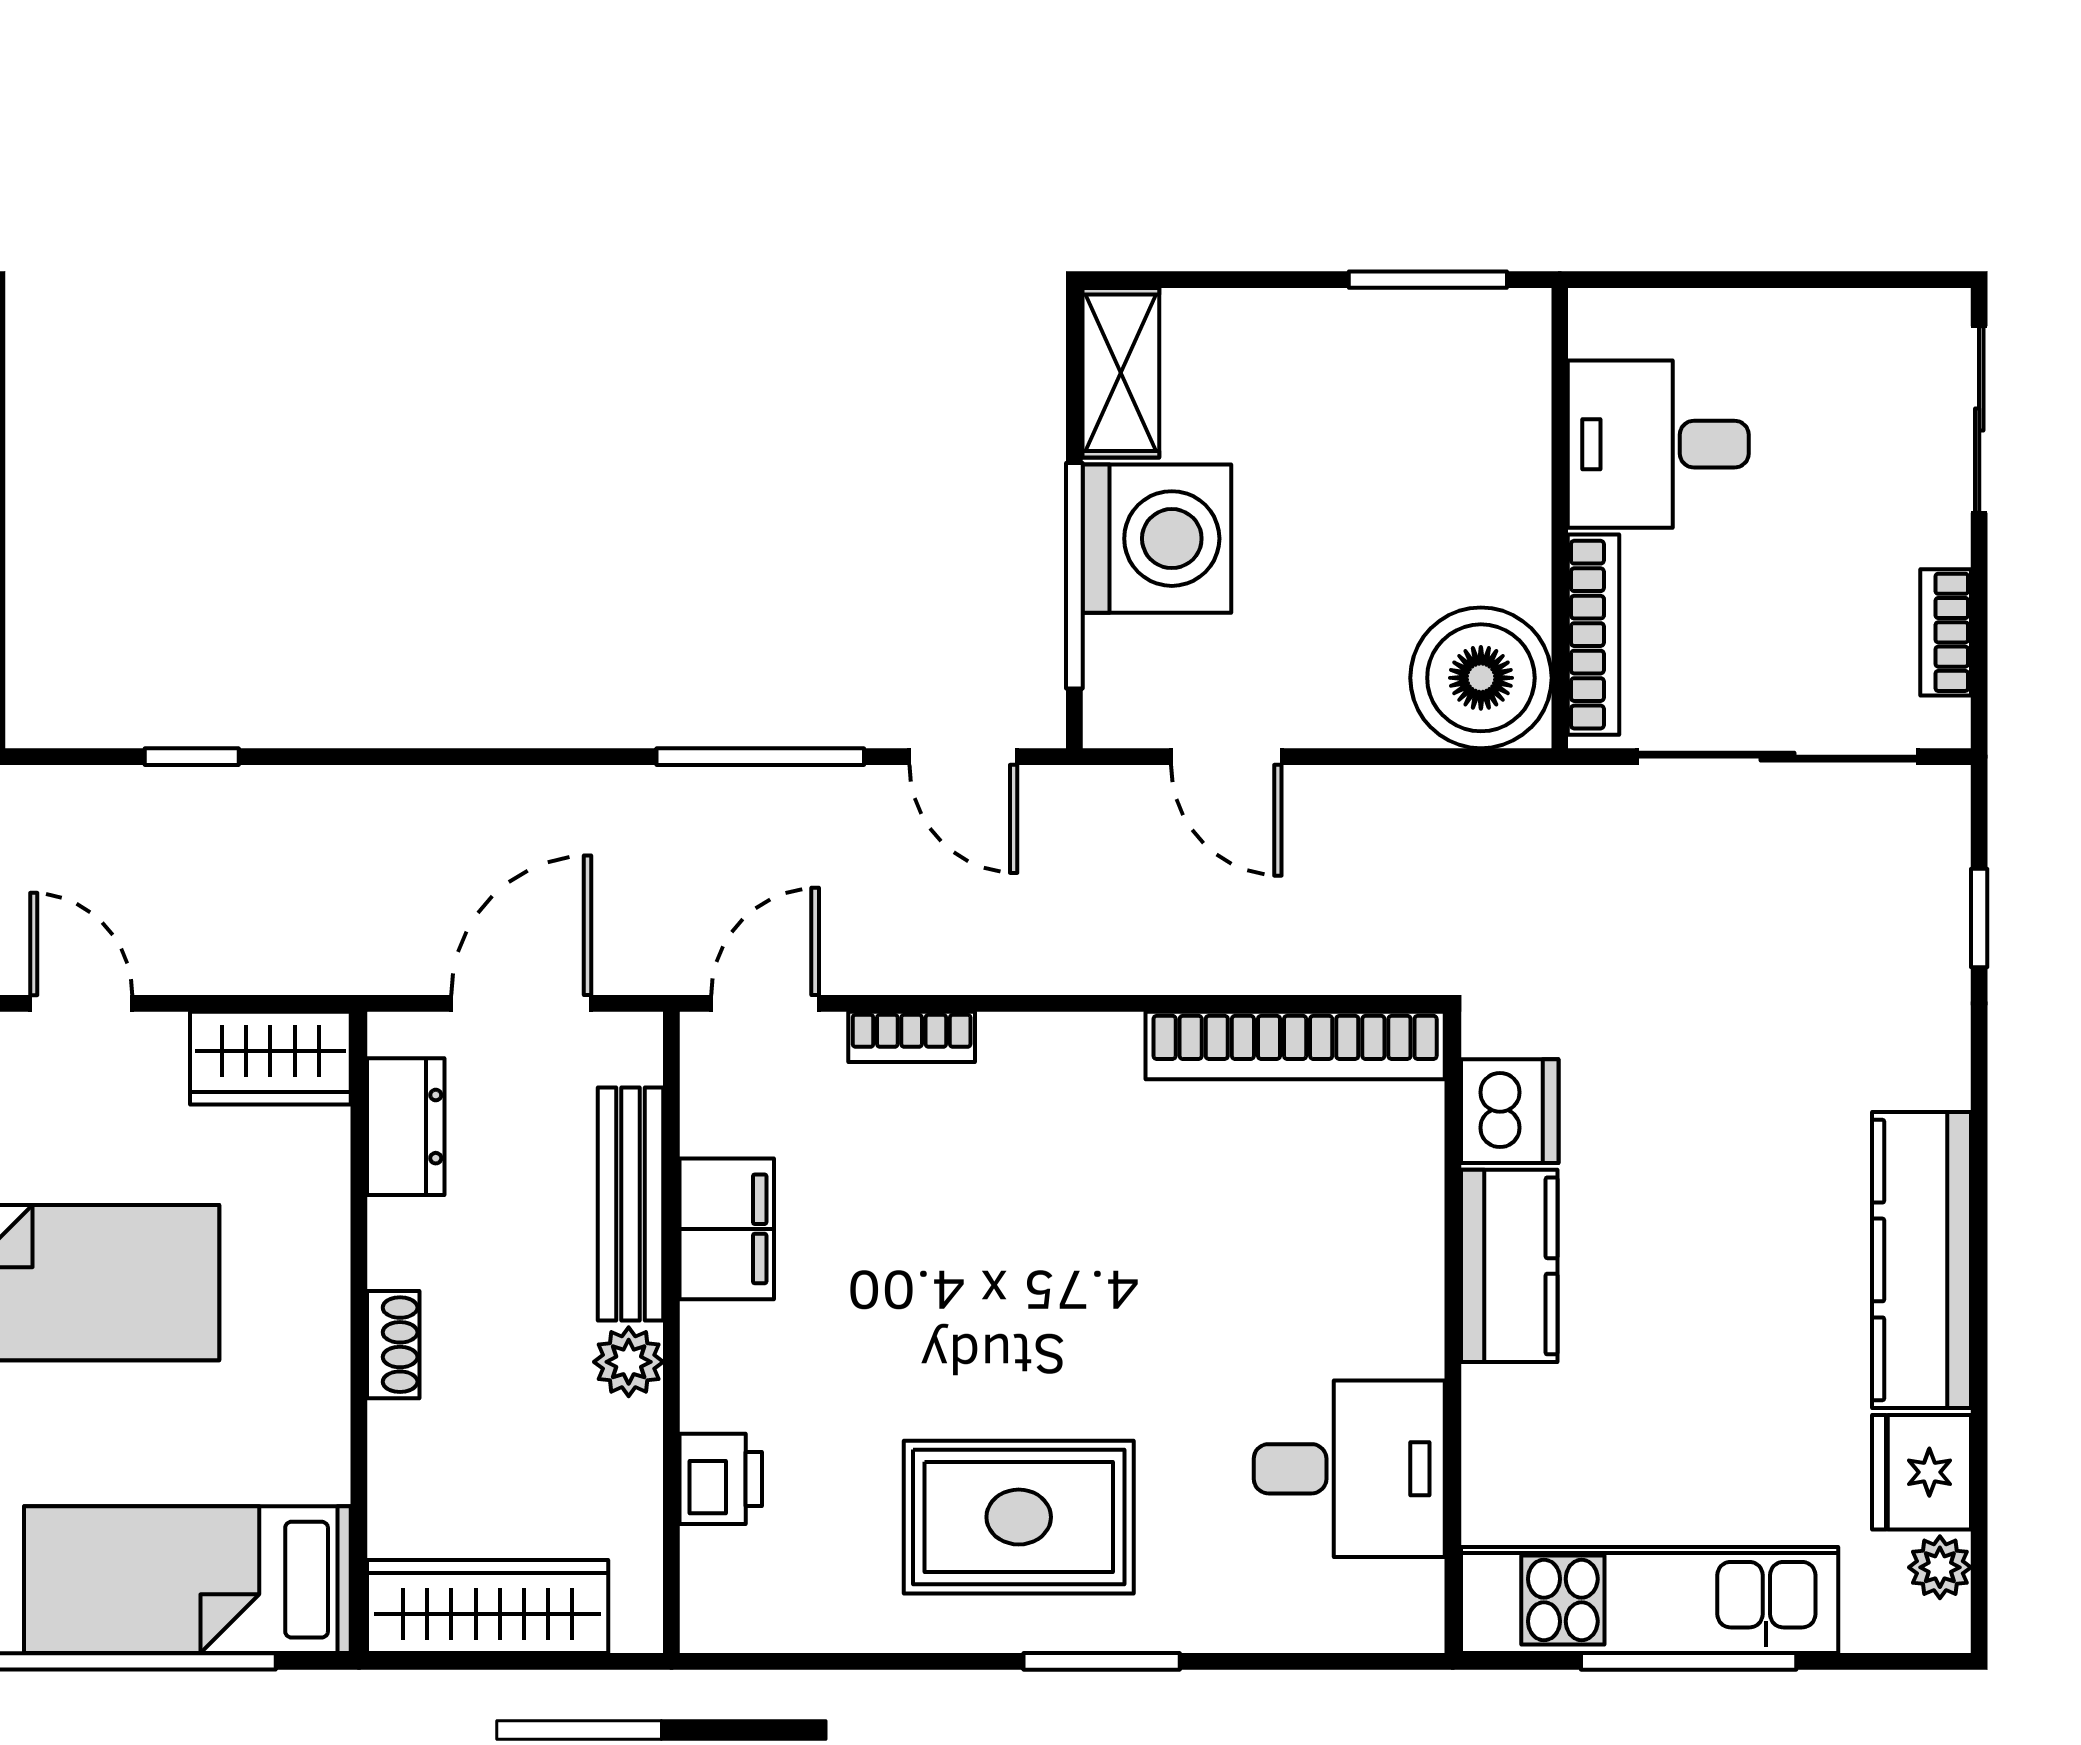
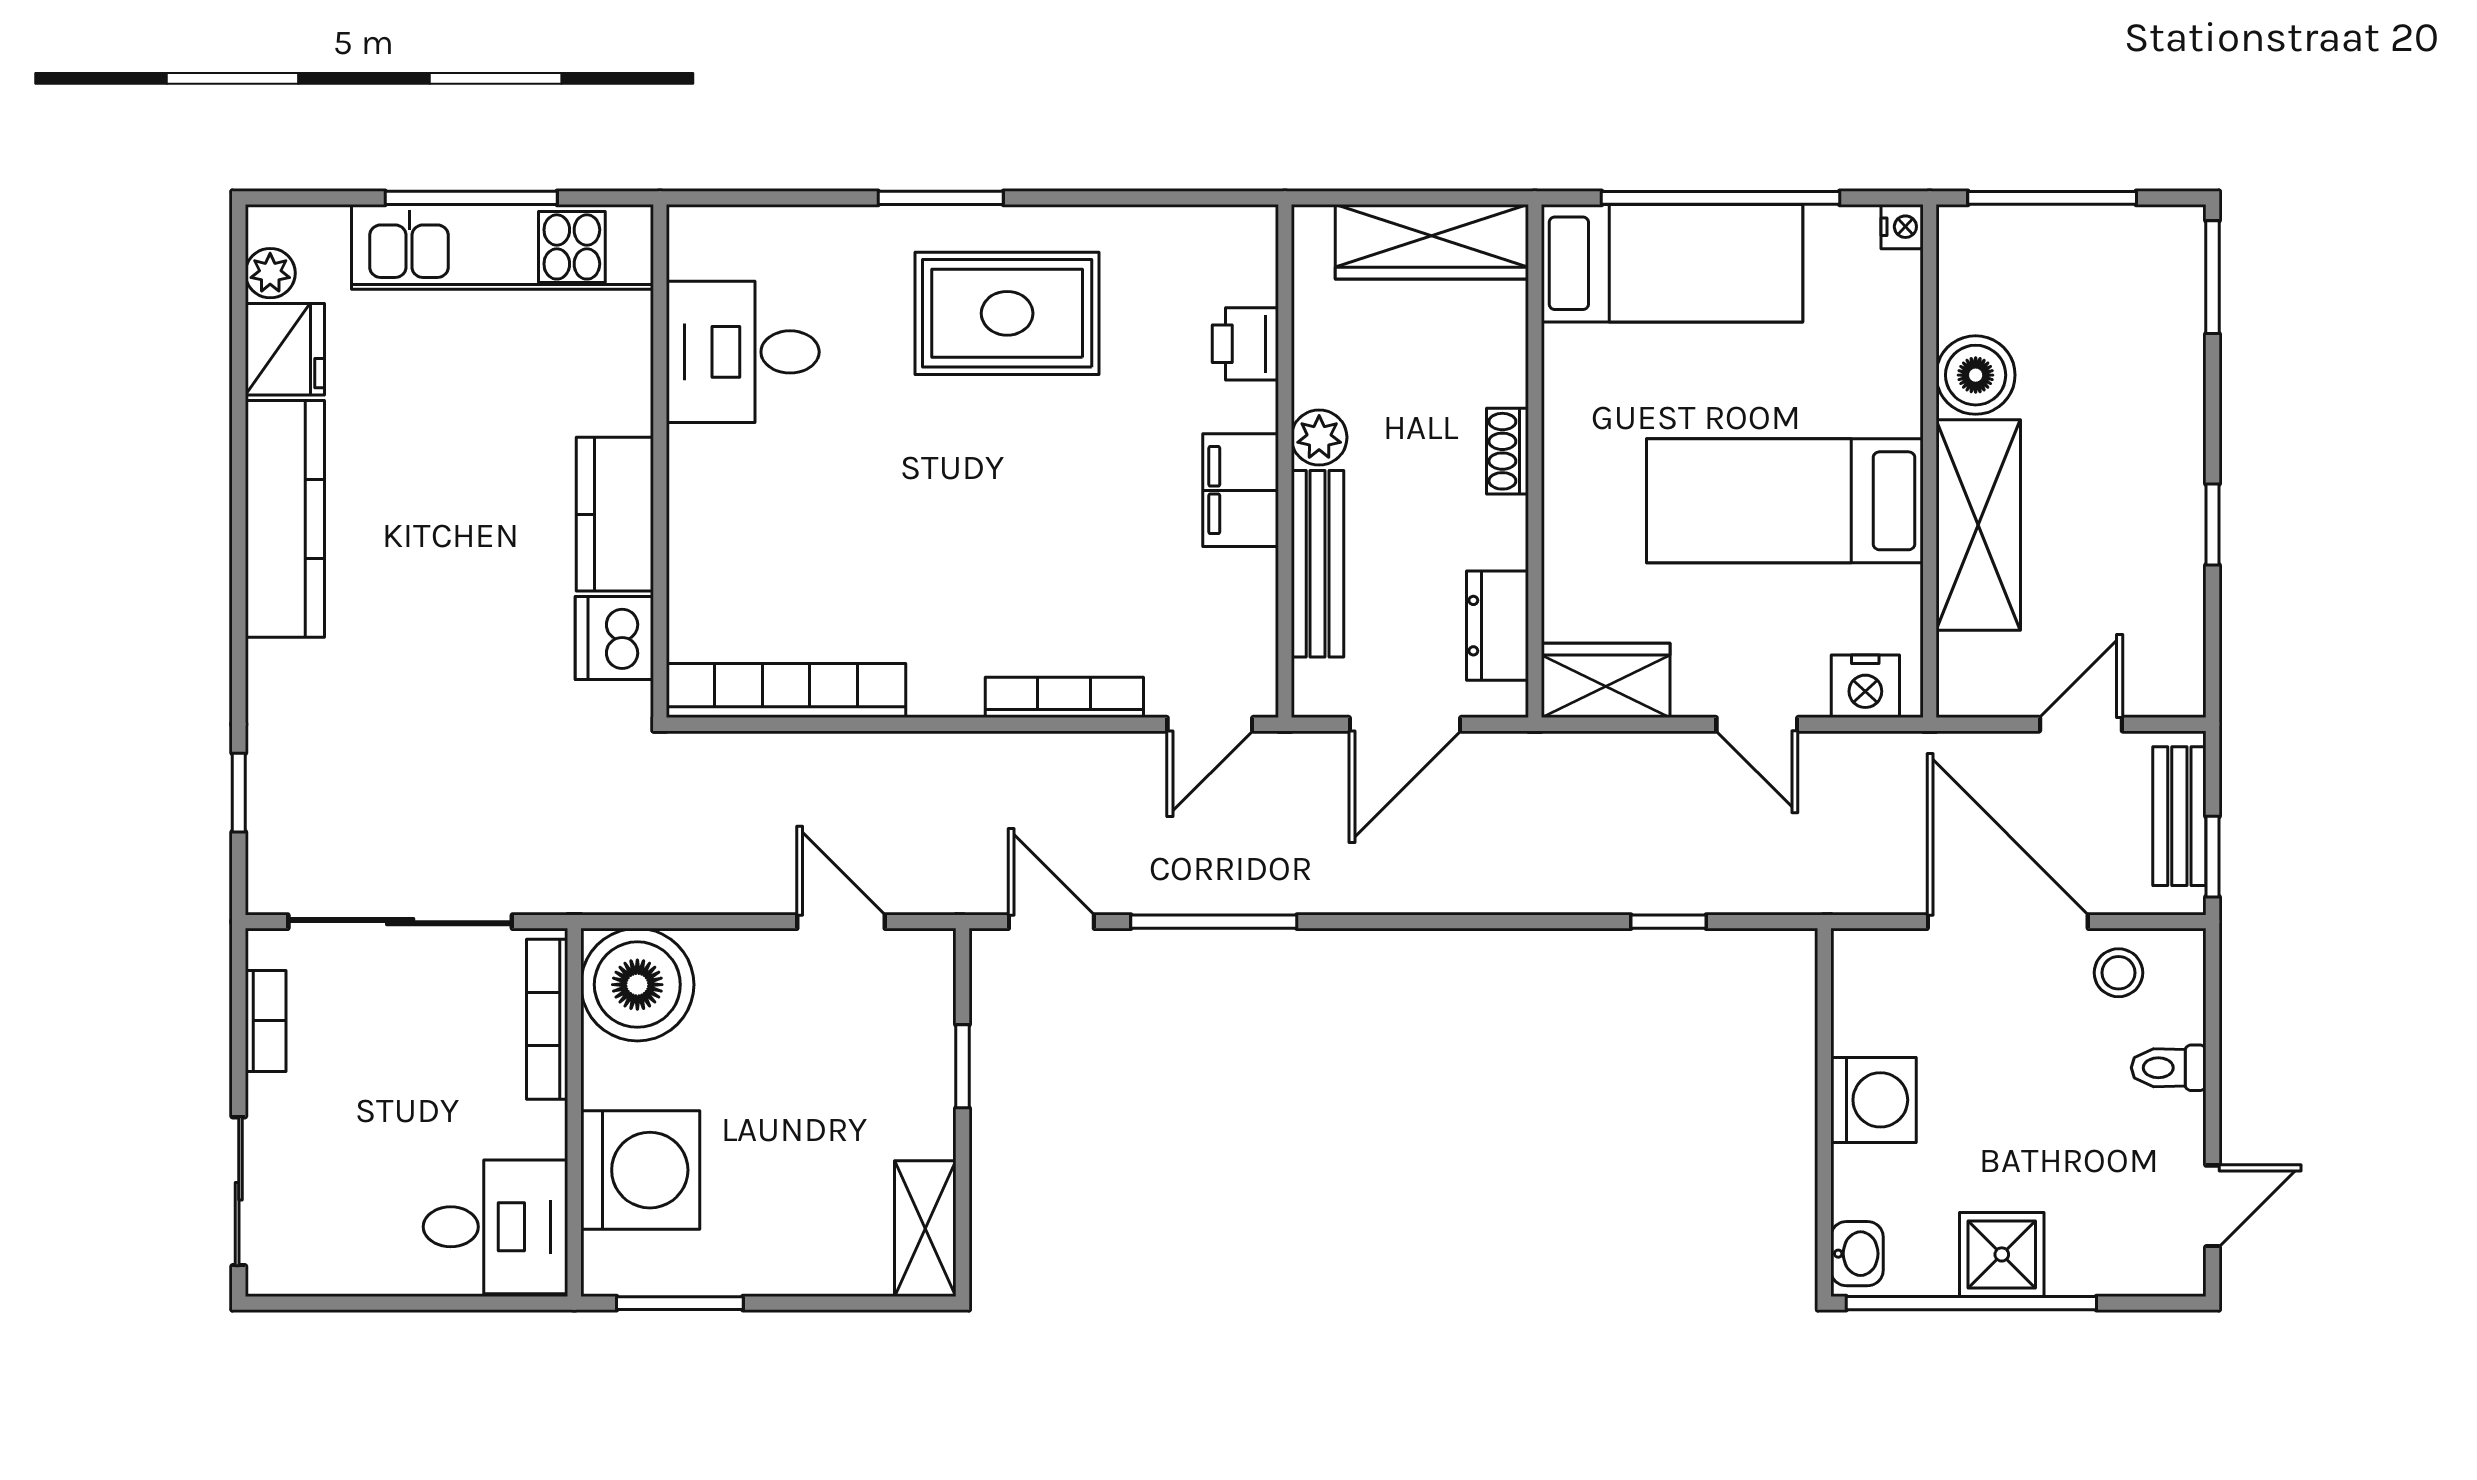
desk: (1658, 444) -> (496, 1227), moved
washing machine: (1157, 539) -> (640, 1170), moved, turned 180
window: (1074, 576) -> (962, 1066), width x0.46
bookcase: (912, 1037) -> (1064, 697), width x1.56
filing cabinet: (727, 1229) -> (1241, 490), moved

